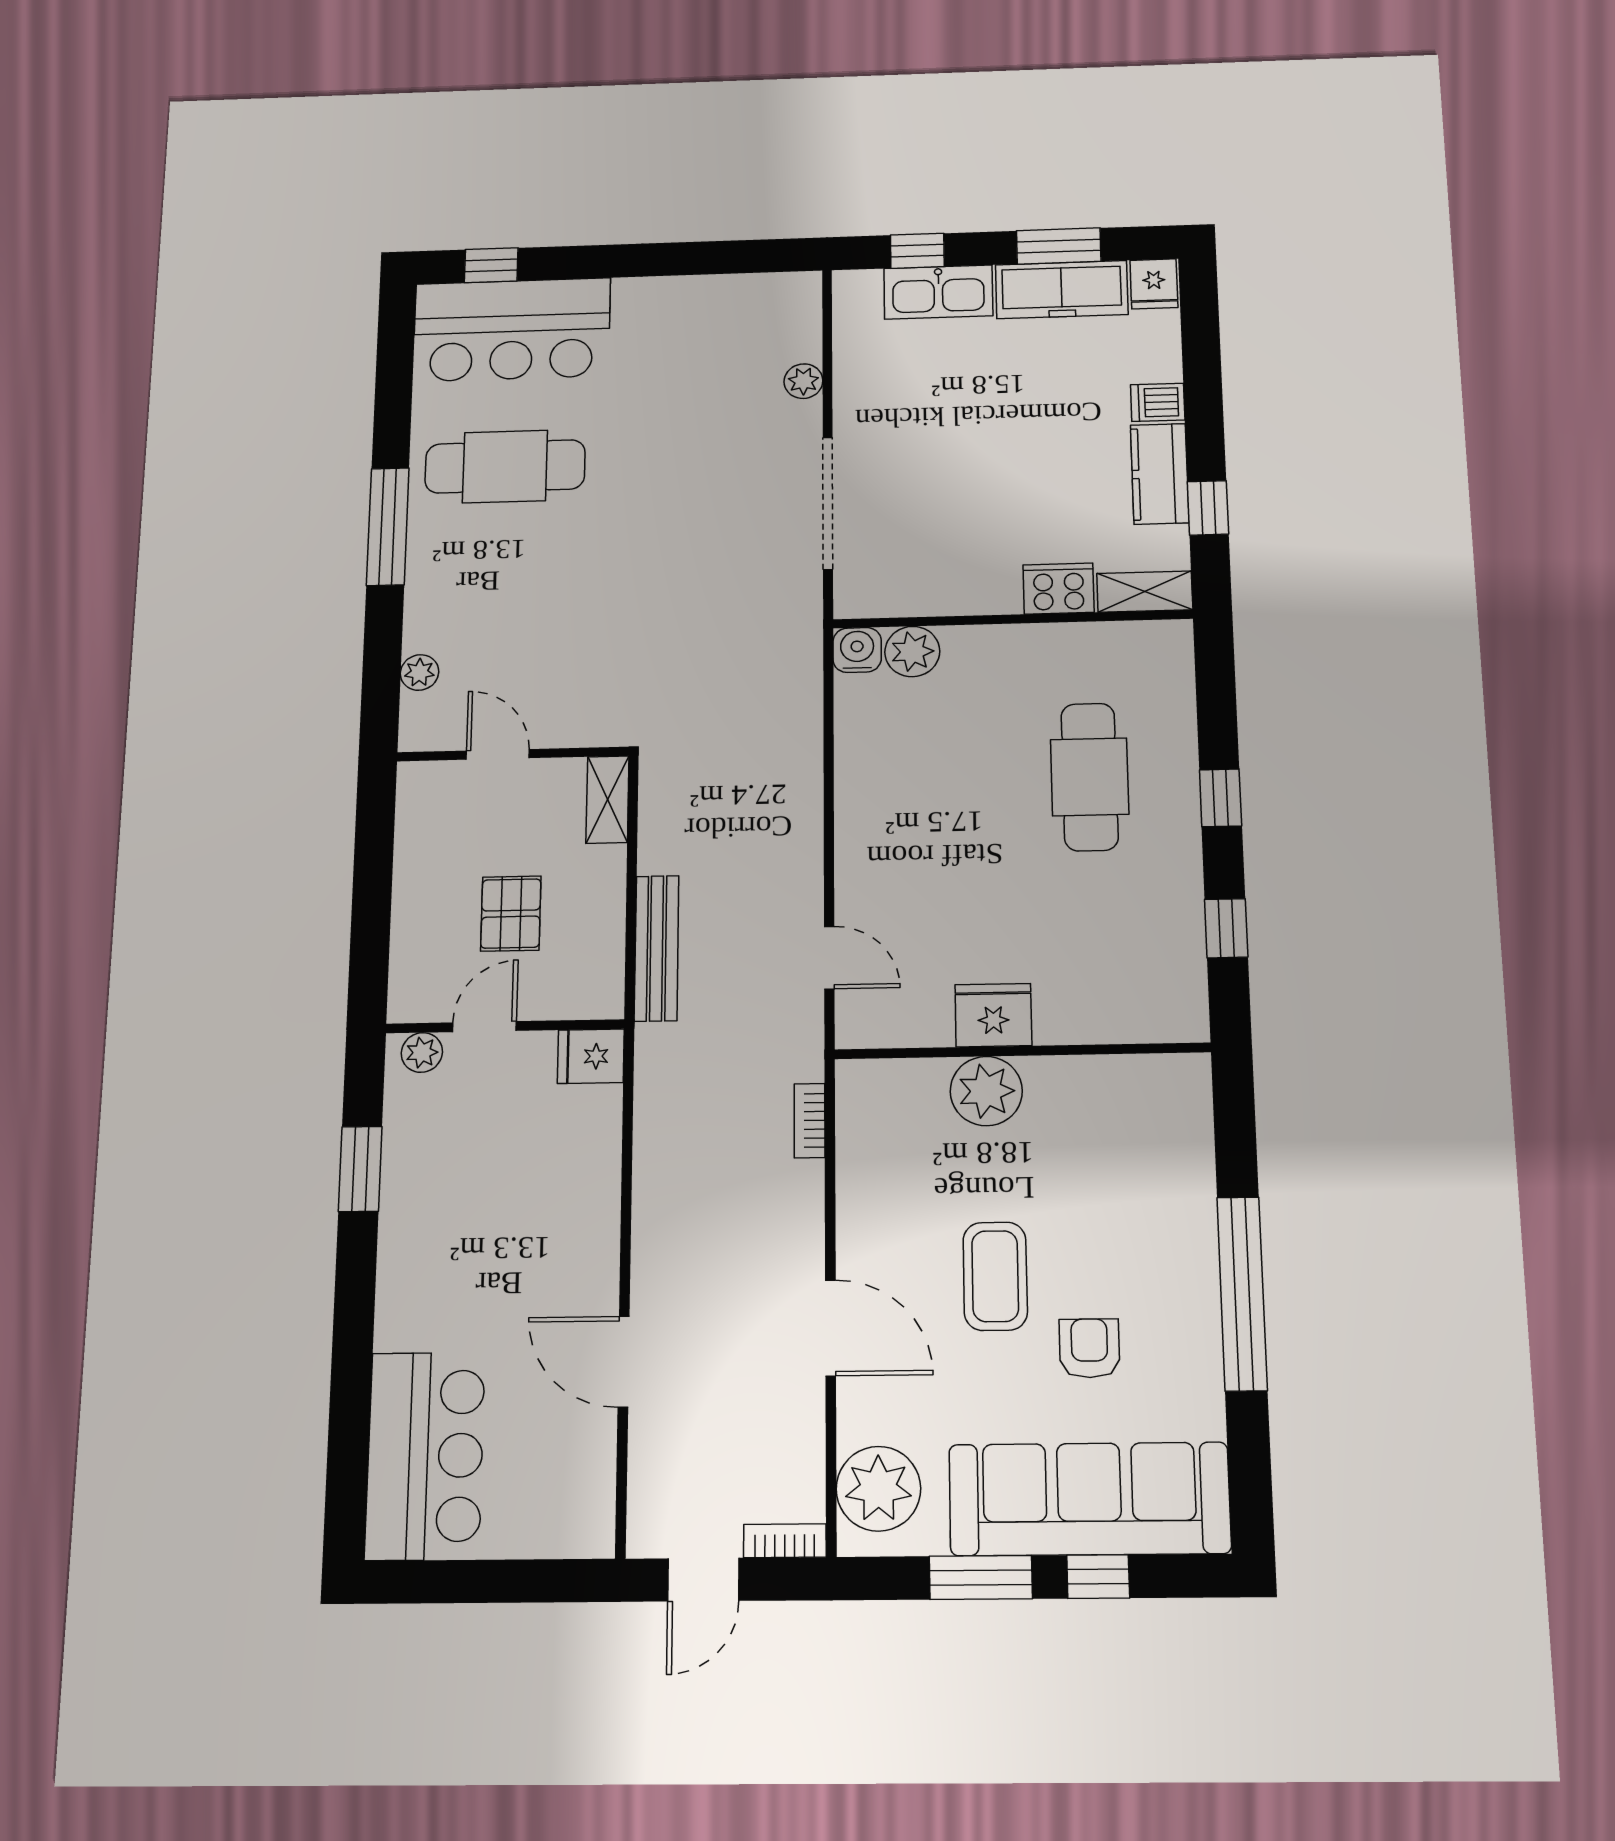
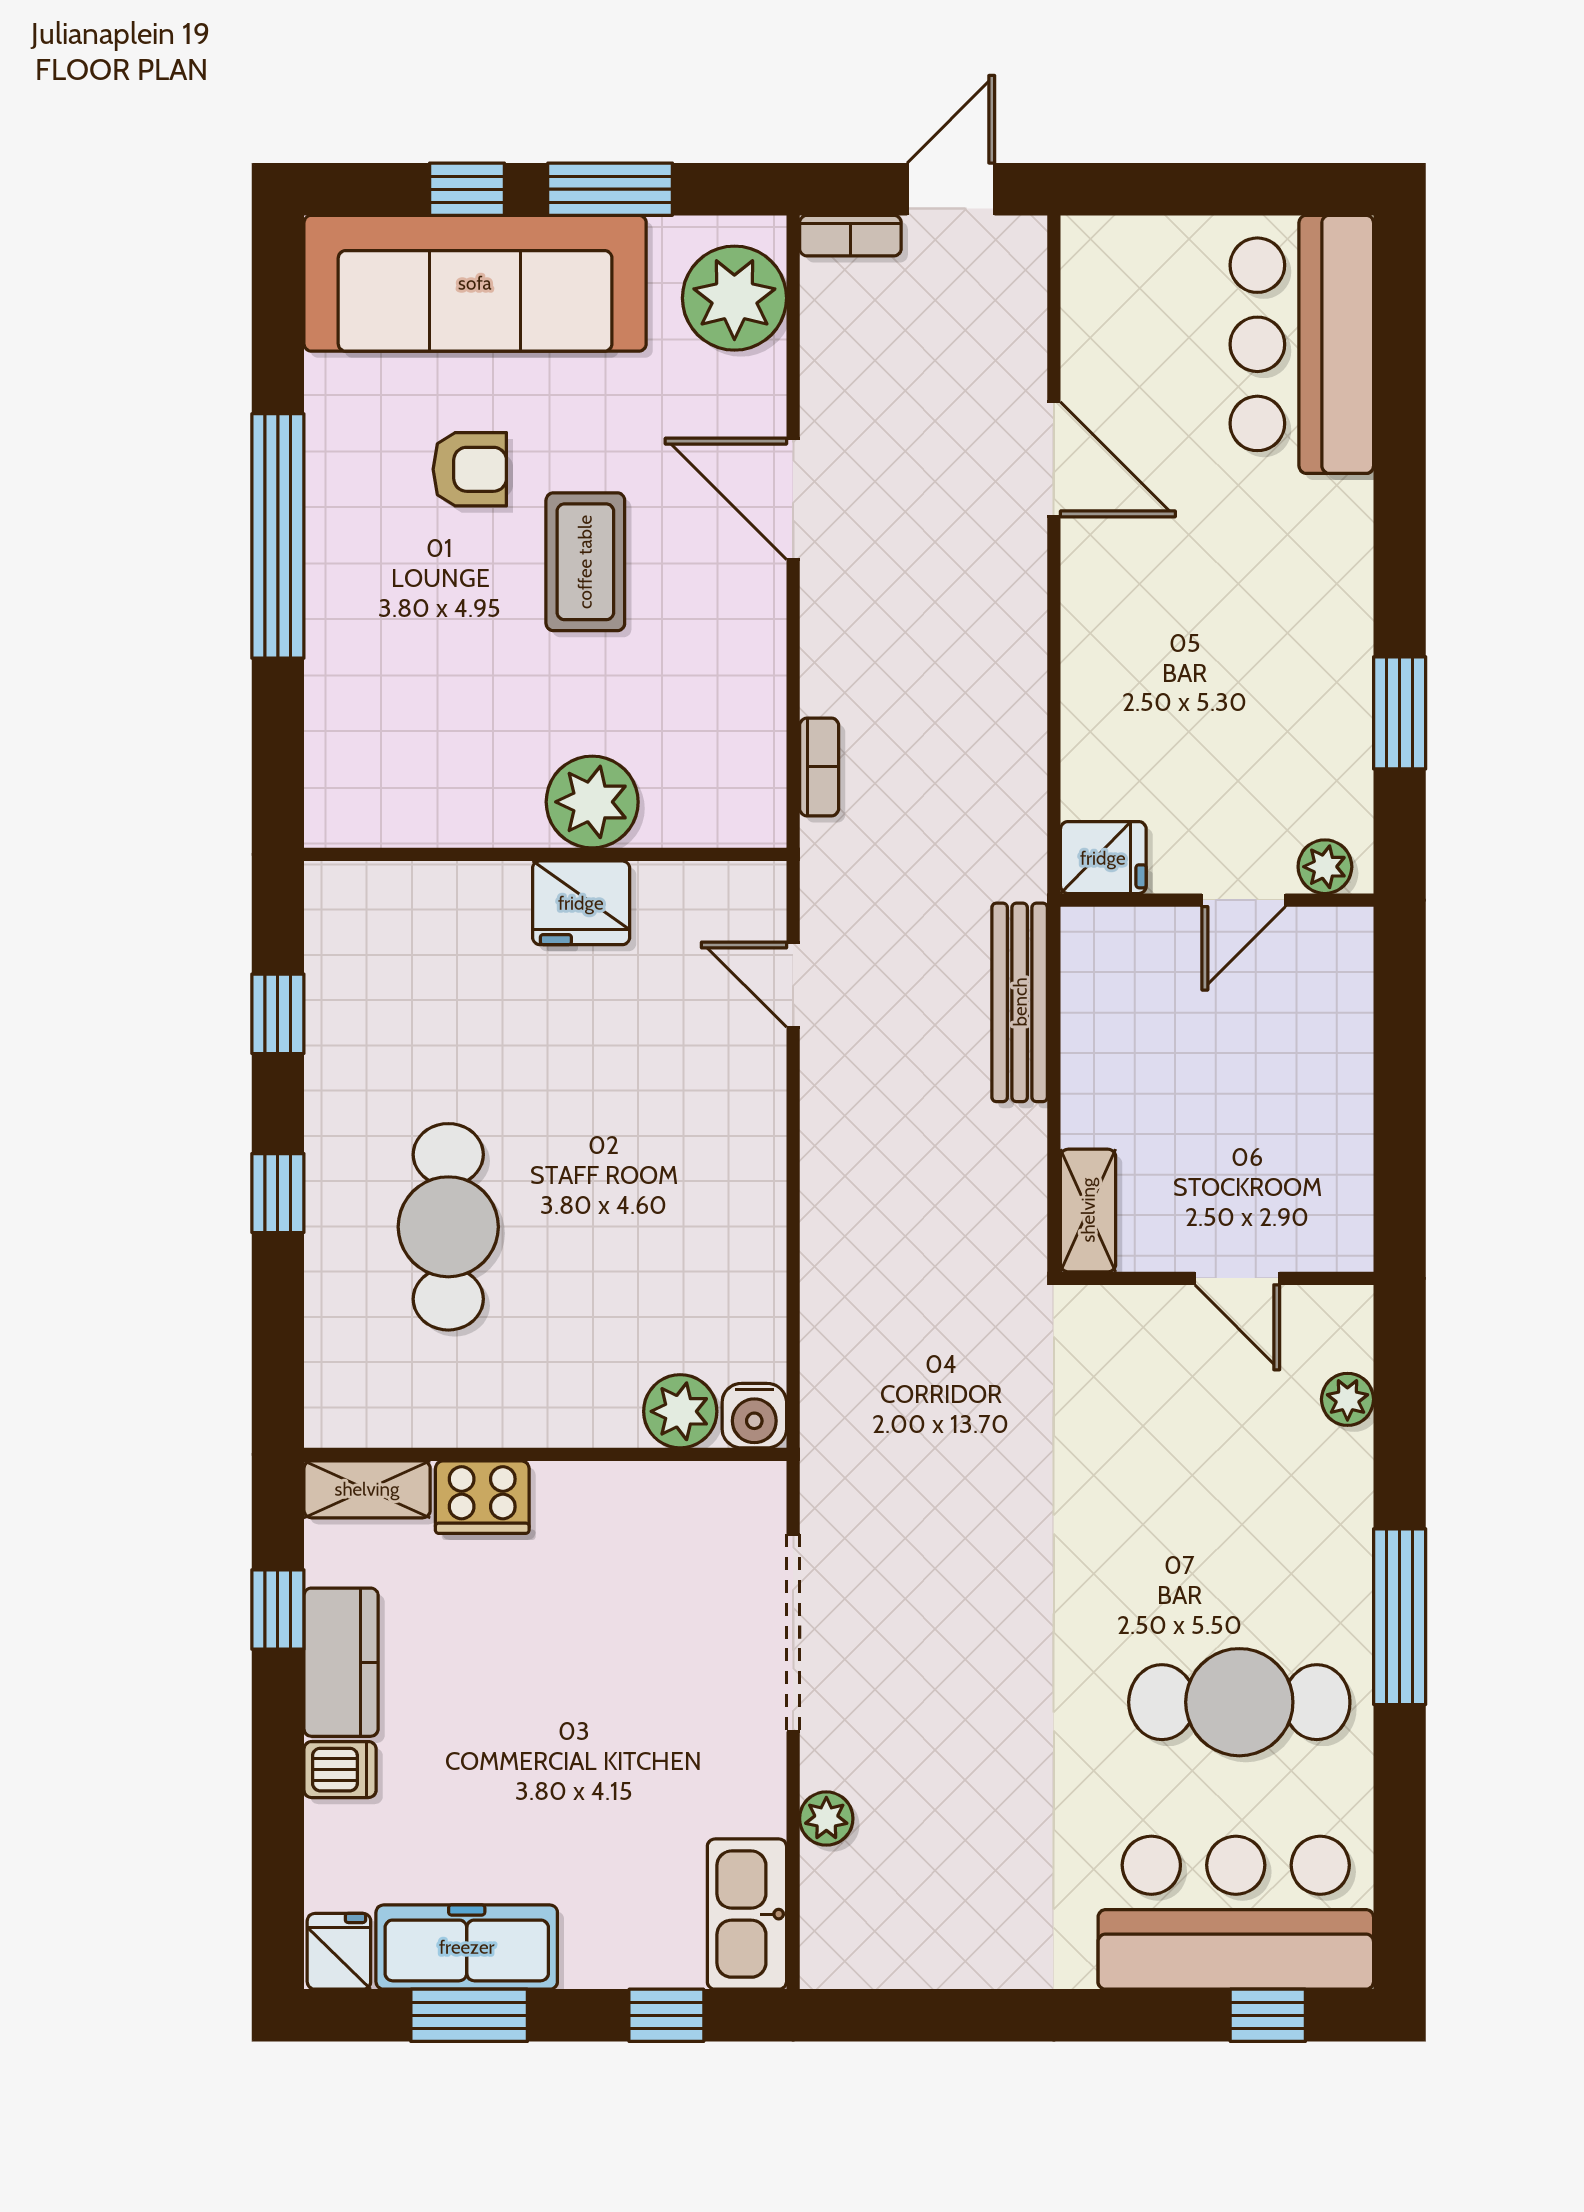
kitchen sink: (938, 292) -> (747, 1914), moved, turned -90
pallet: (511, 914) -> (1213, 1054), removed
armchair: (1089, 1348) -> (470, 469), turned -90

